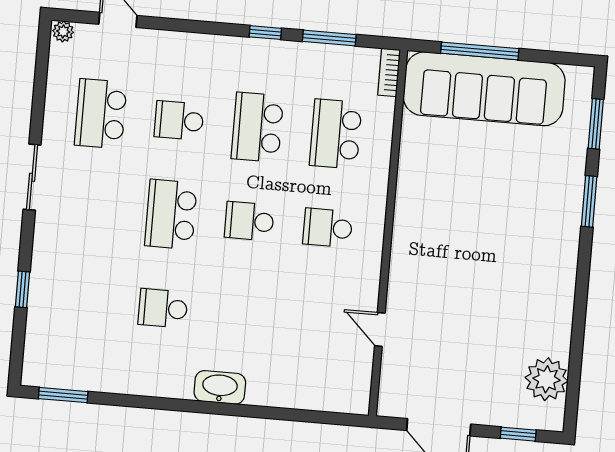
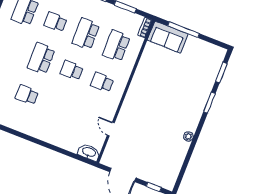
sofa: (484, 89) -> (168, 37), width x0.54, depth x0.79
plant: (547, 379) -> (188, 137), moved, width x0.53, depth x0.53
washbasin: (220, 387) -> (89, 152), moved

